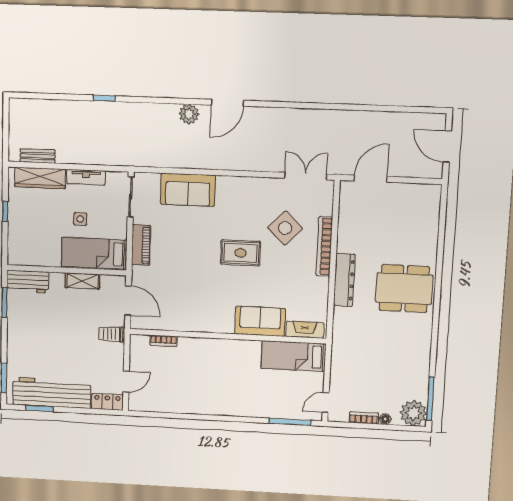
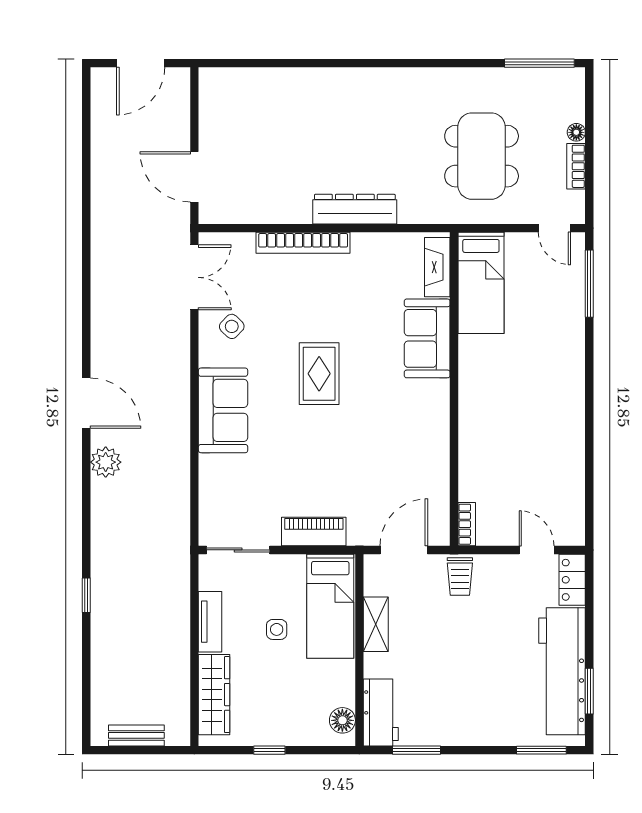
bench: (38, 156) -> (136, 735), moved, turned 90
double door: (306, 176) -> (194, 277), swing flipped
sofa: (188, 190) -> (223, 410), moved
side table: (285, 228) -> (232, 326), moved, width x0.54, depth x0.54
floor lamp: (23, 258) -> (342, 720), added
dining table: (404, 289) -> (482, 156), moved
bookcase: (163, 341) -> (467, 524), moved
plant: (413, 413) -> (564, 89), removed

